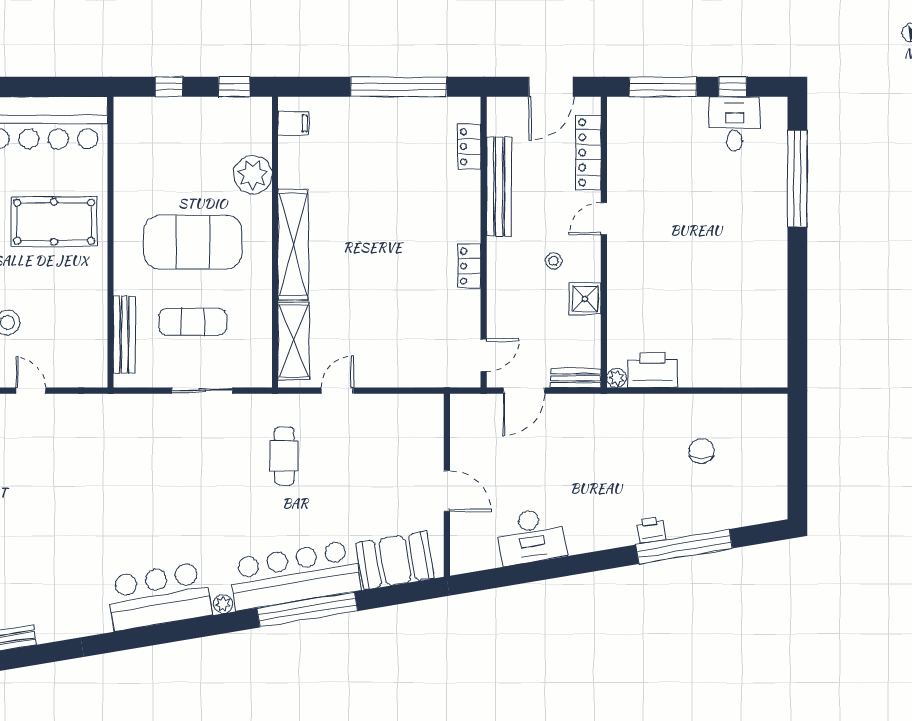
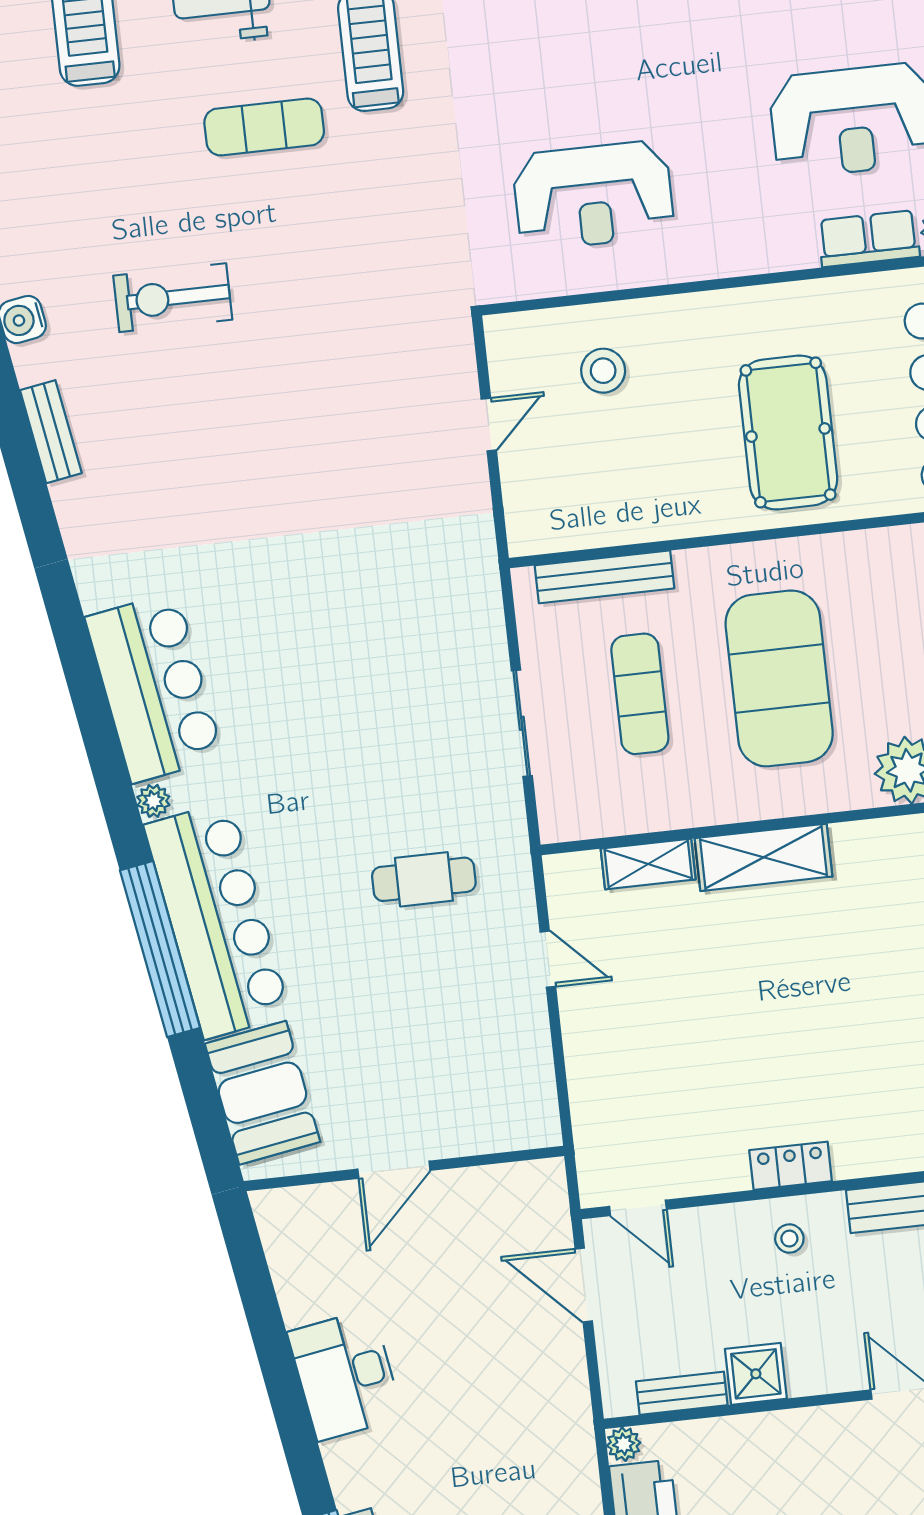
shelving: (293, 244) -> (764, 857), width x0.68
stool: (554, 261) -> (789, 1239), moved
shelving: (294, 341) -> (648, 864), width x0.67, depth x0.75
bench: (576, 378) -> (682, 1393), moved, turned 90
desk: (531, 536) -> (345, 1375), moved

